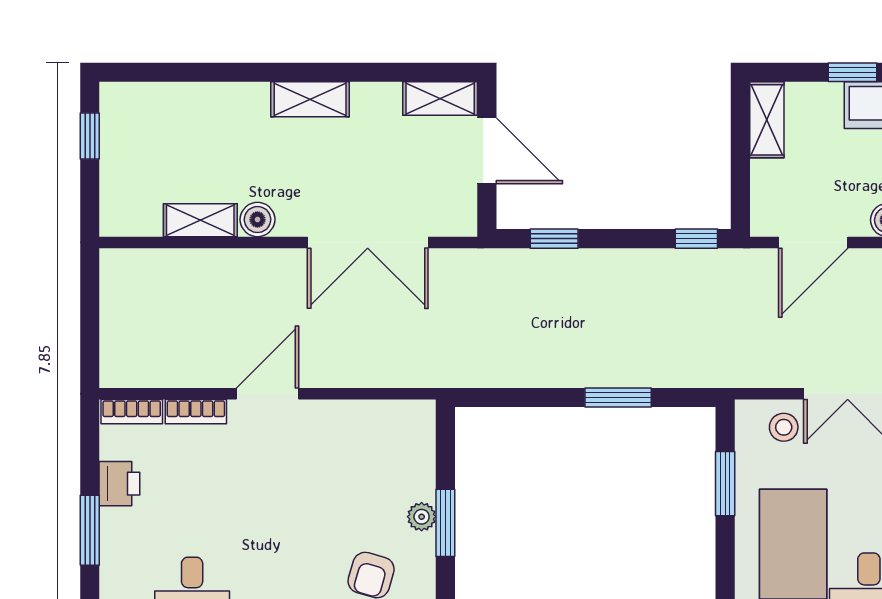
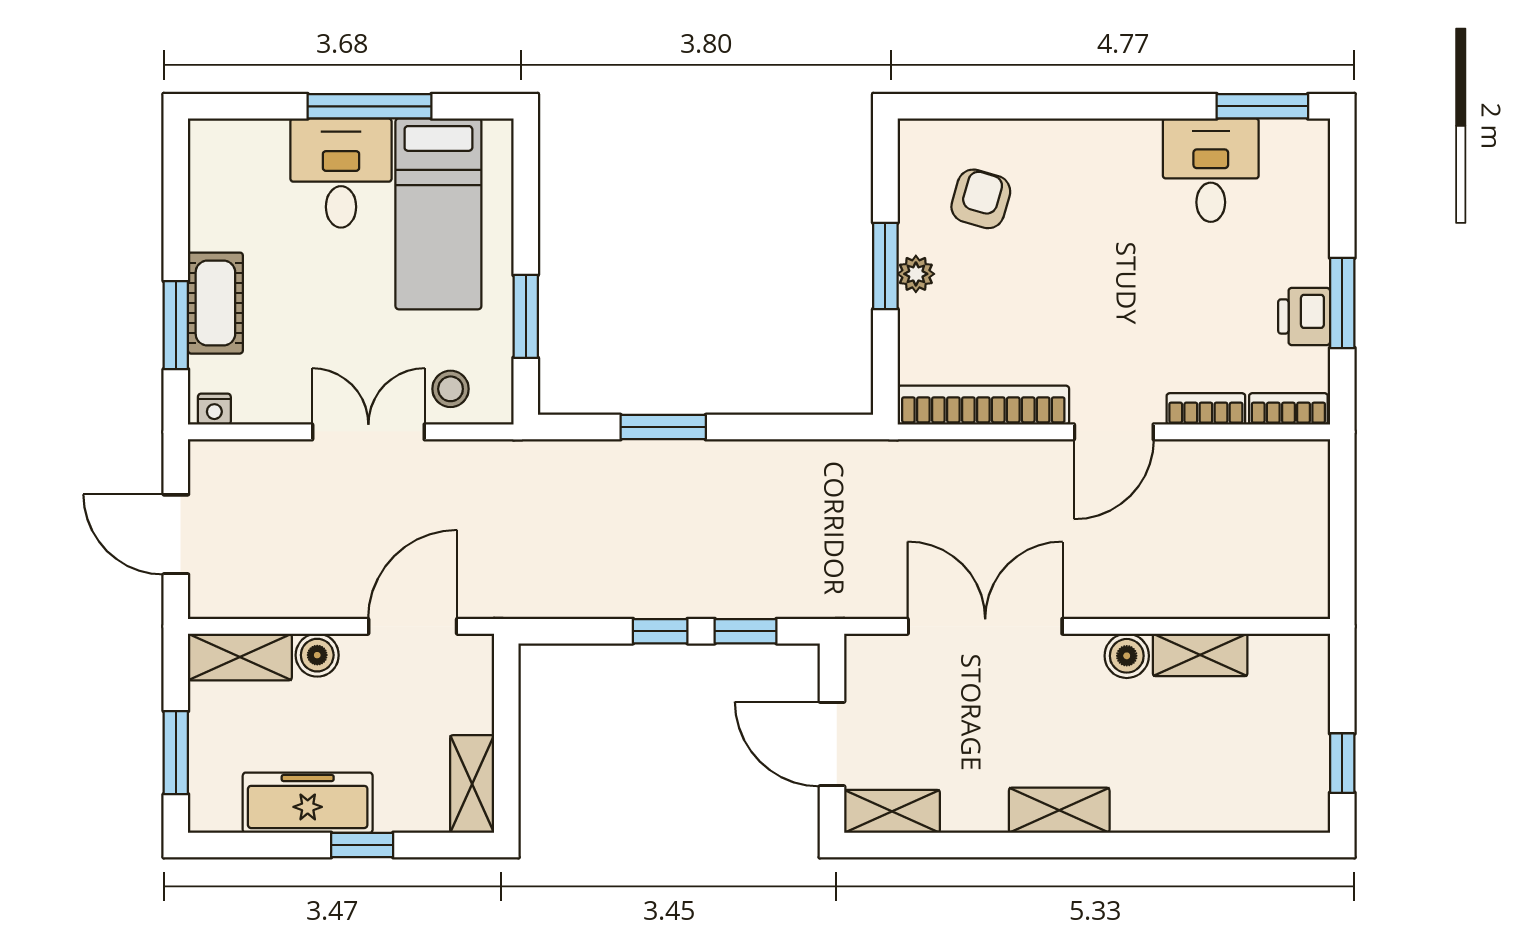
window: (696, 239) -> (660, 631), moved
bookcase: (369, 415) -> (983, 405), added
window: (90, 530) -> (1342, 303), moved

